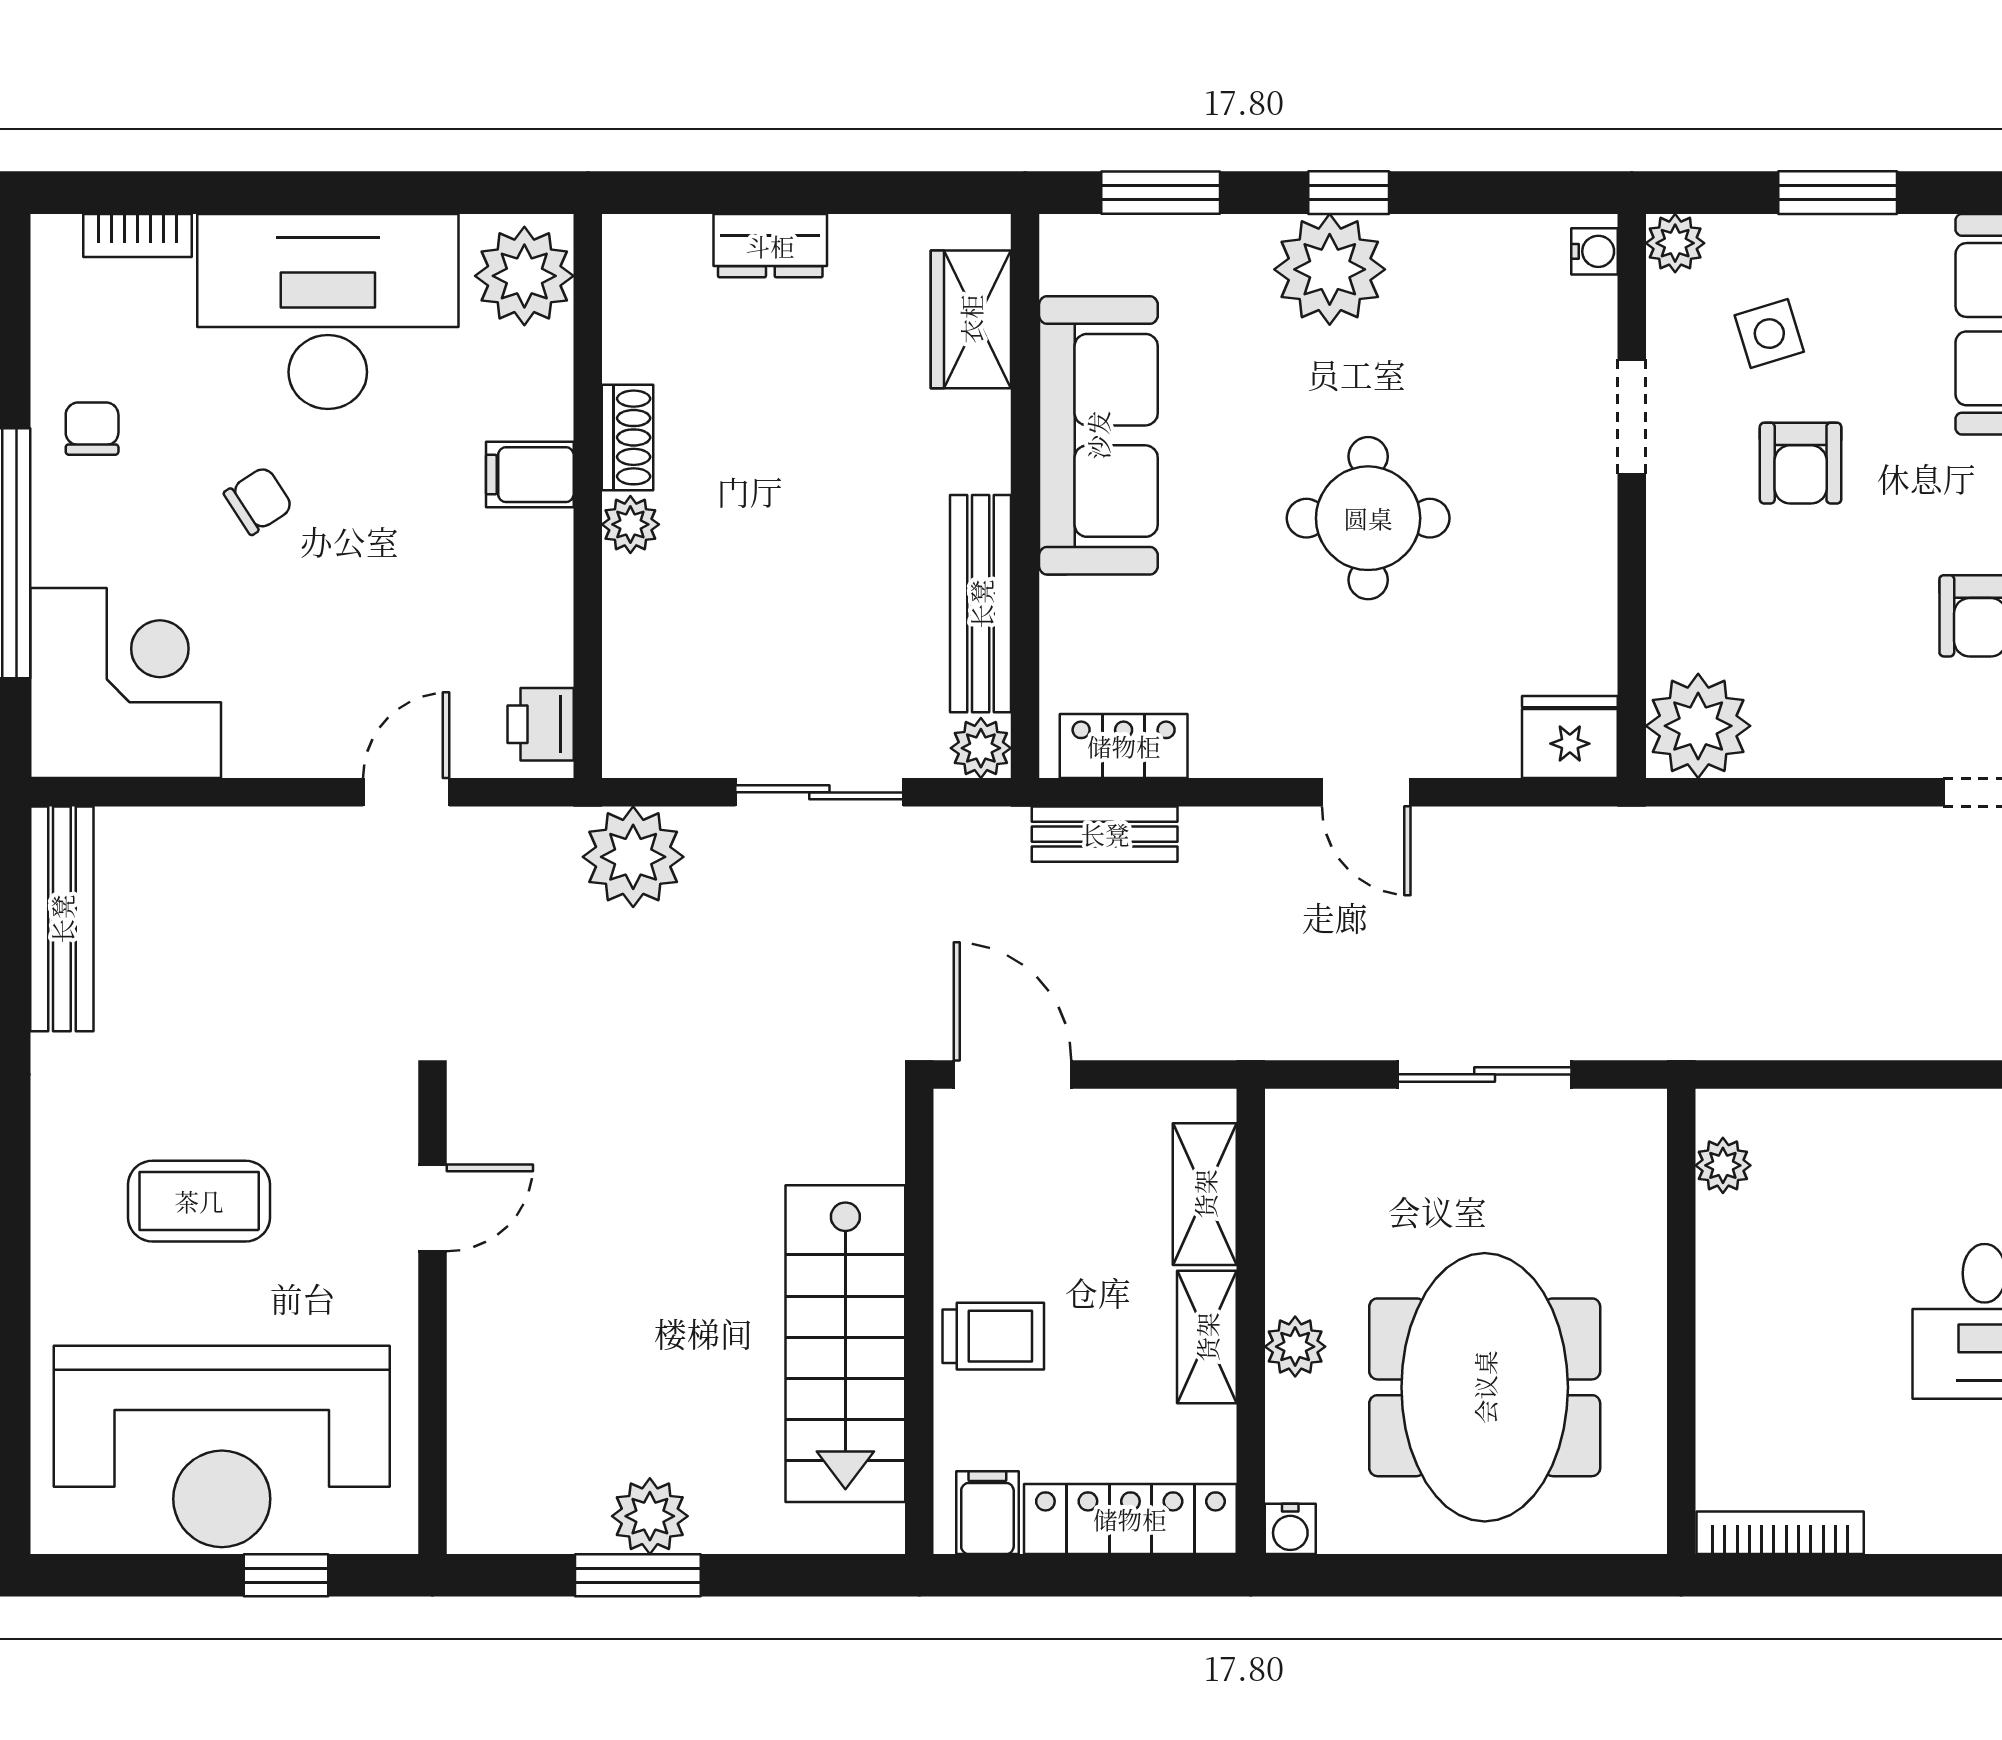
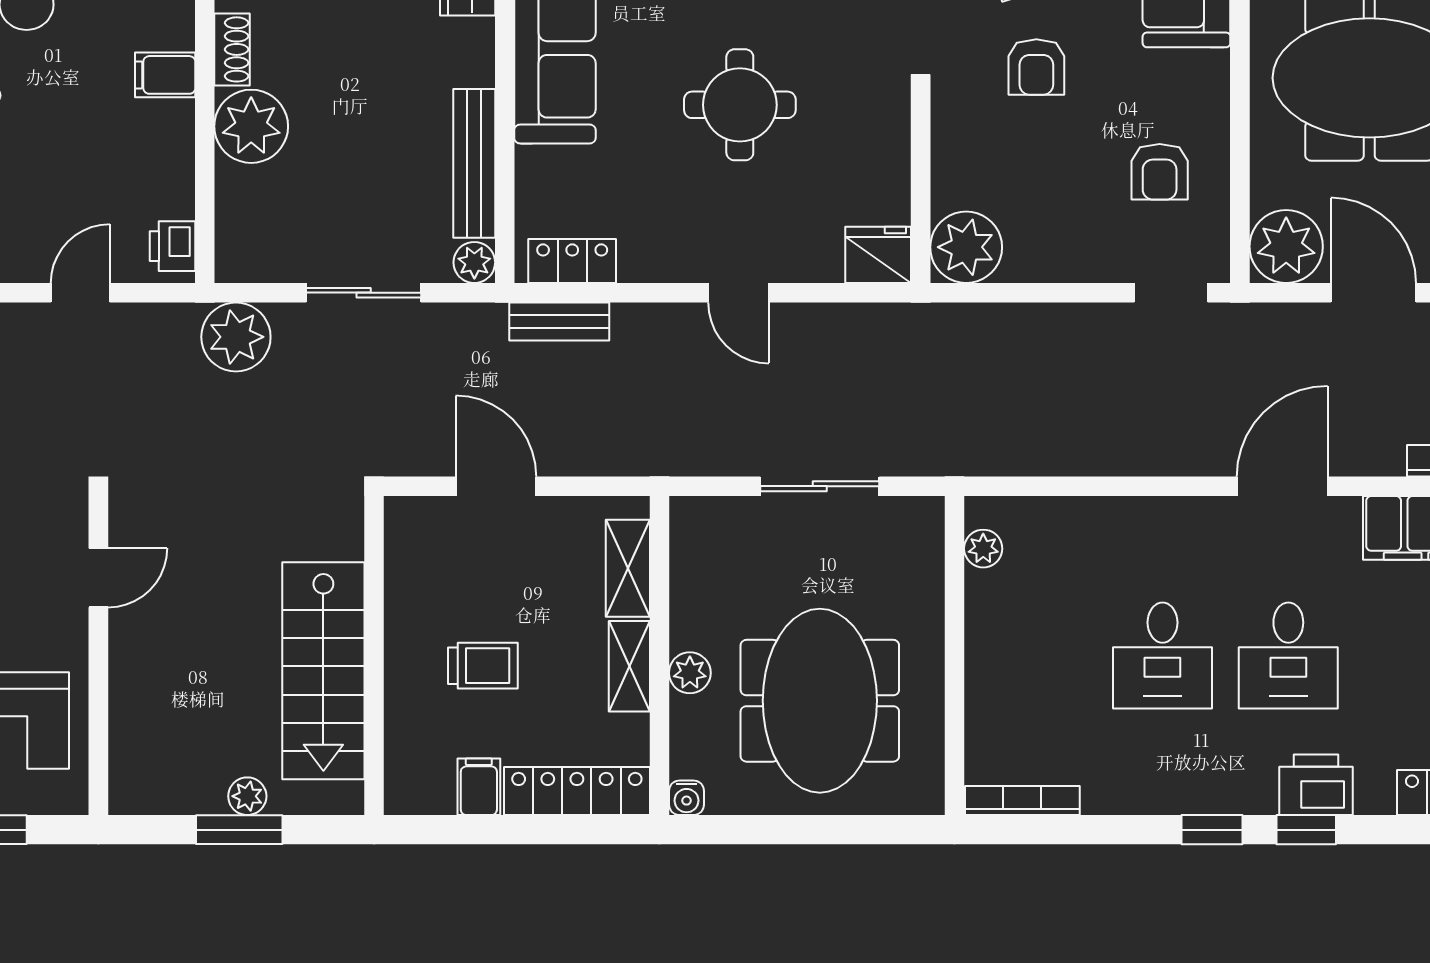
plant: (630, 524) -> (251, 126), width x1.87, depth x1.87
wall: (919, 1321) -> (374, 656), moved
stairs: (845, 1344) -> (323, 671), moved
plant: (650, 1516) -> (247, 796), width x0.73, depth x0.73

